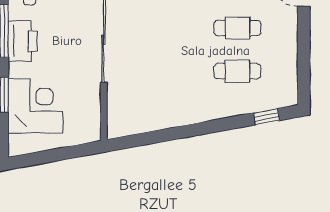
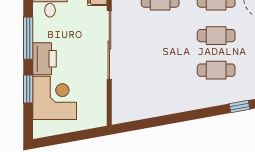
printer: (23, 41) -> (44, 59), moved

